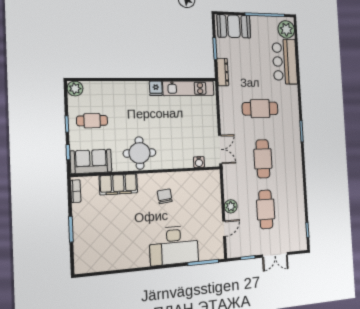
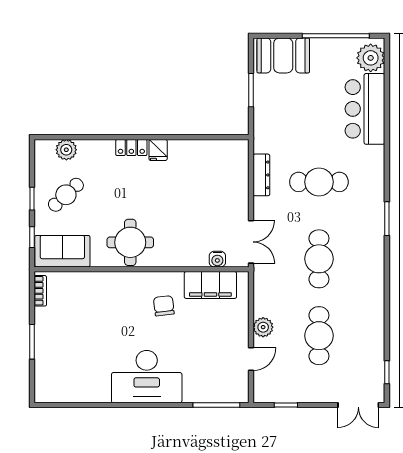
dresser: (223, 72) -> (261, 175), moved
locker: (137, 87) -> (131, 148), added
kitchen unit: (189, 88) -> (207, 150), removed
plant: (75, 89) -> (66, 150), moved
cafe table: (92, 121) -> (66, 195), turned -43
filing cabinet: (118, 184) -> (210, 285), moved
desk: (174, 245) -> (147, 377), moved
double door: (275, 255) -> (358, 405), moved

